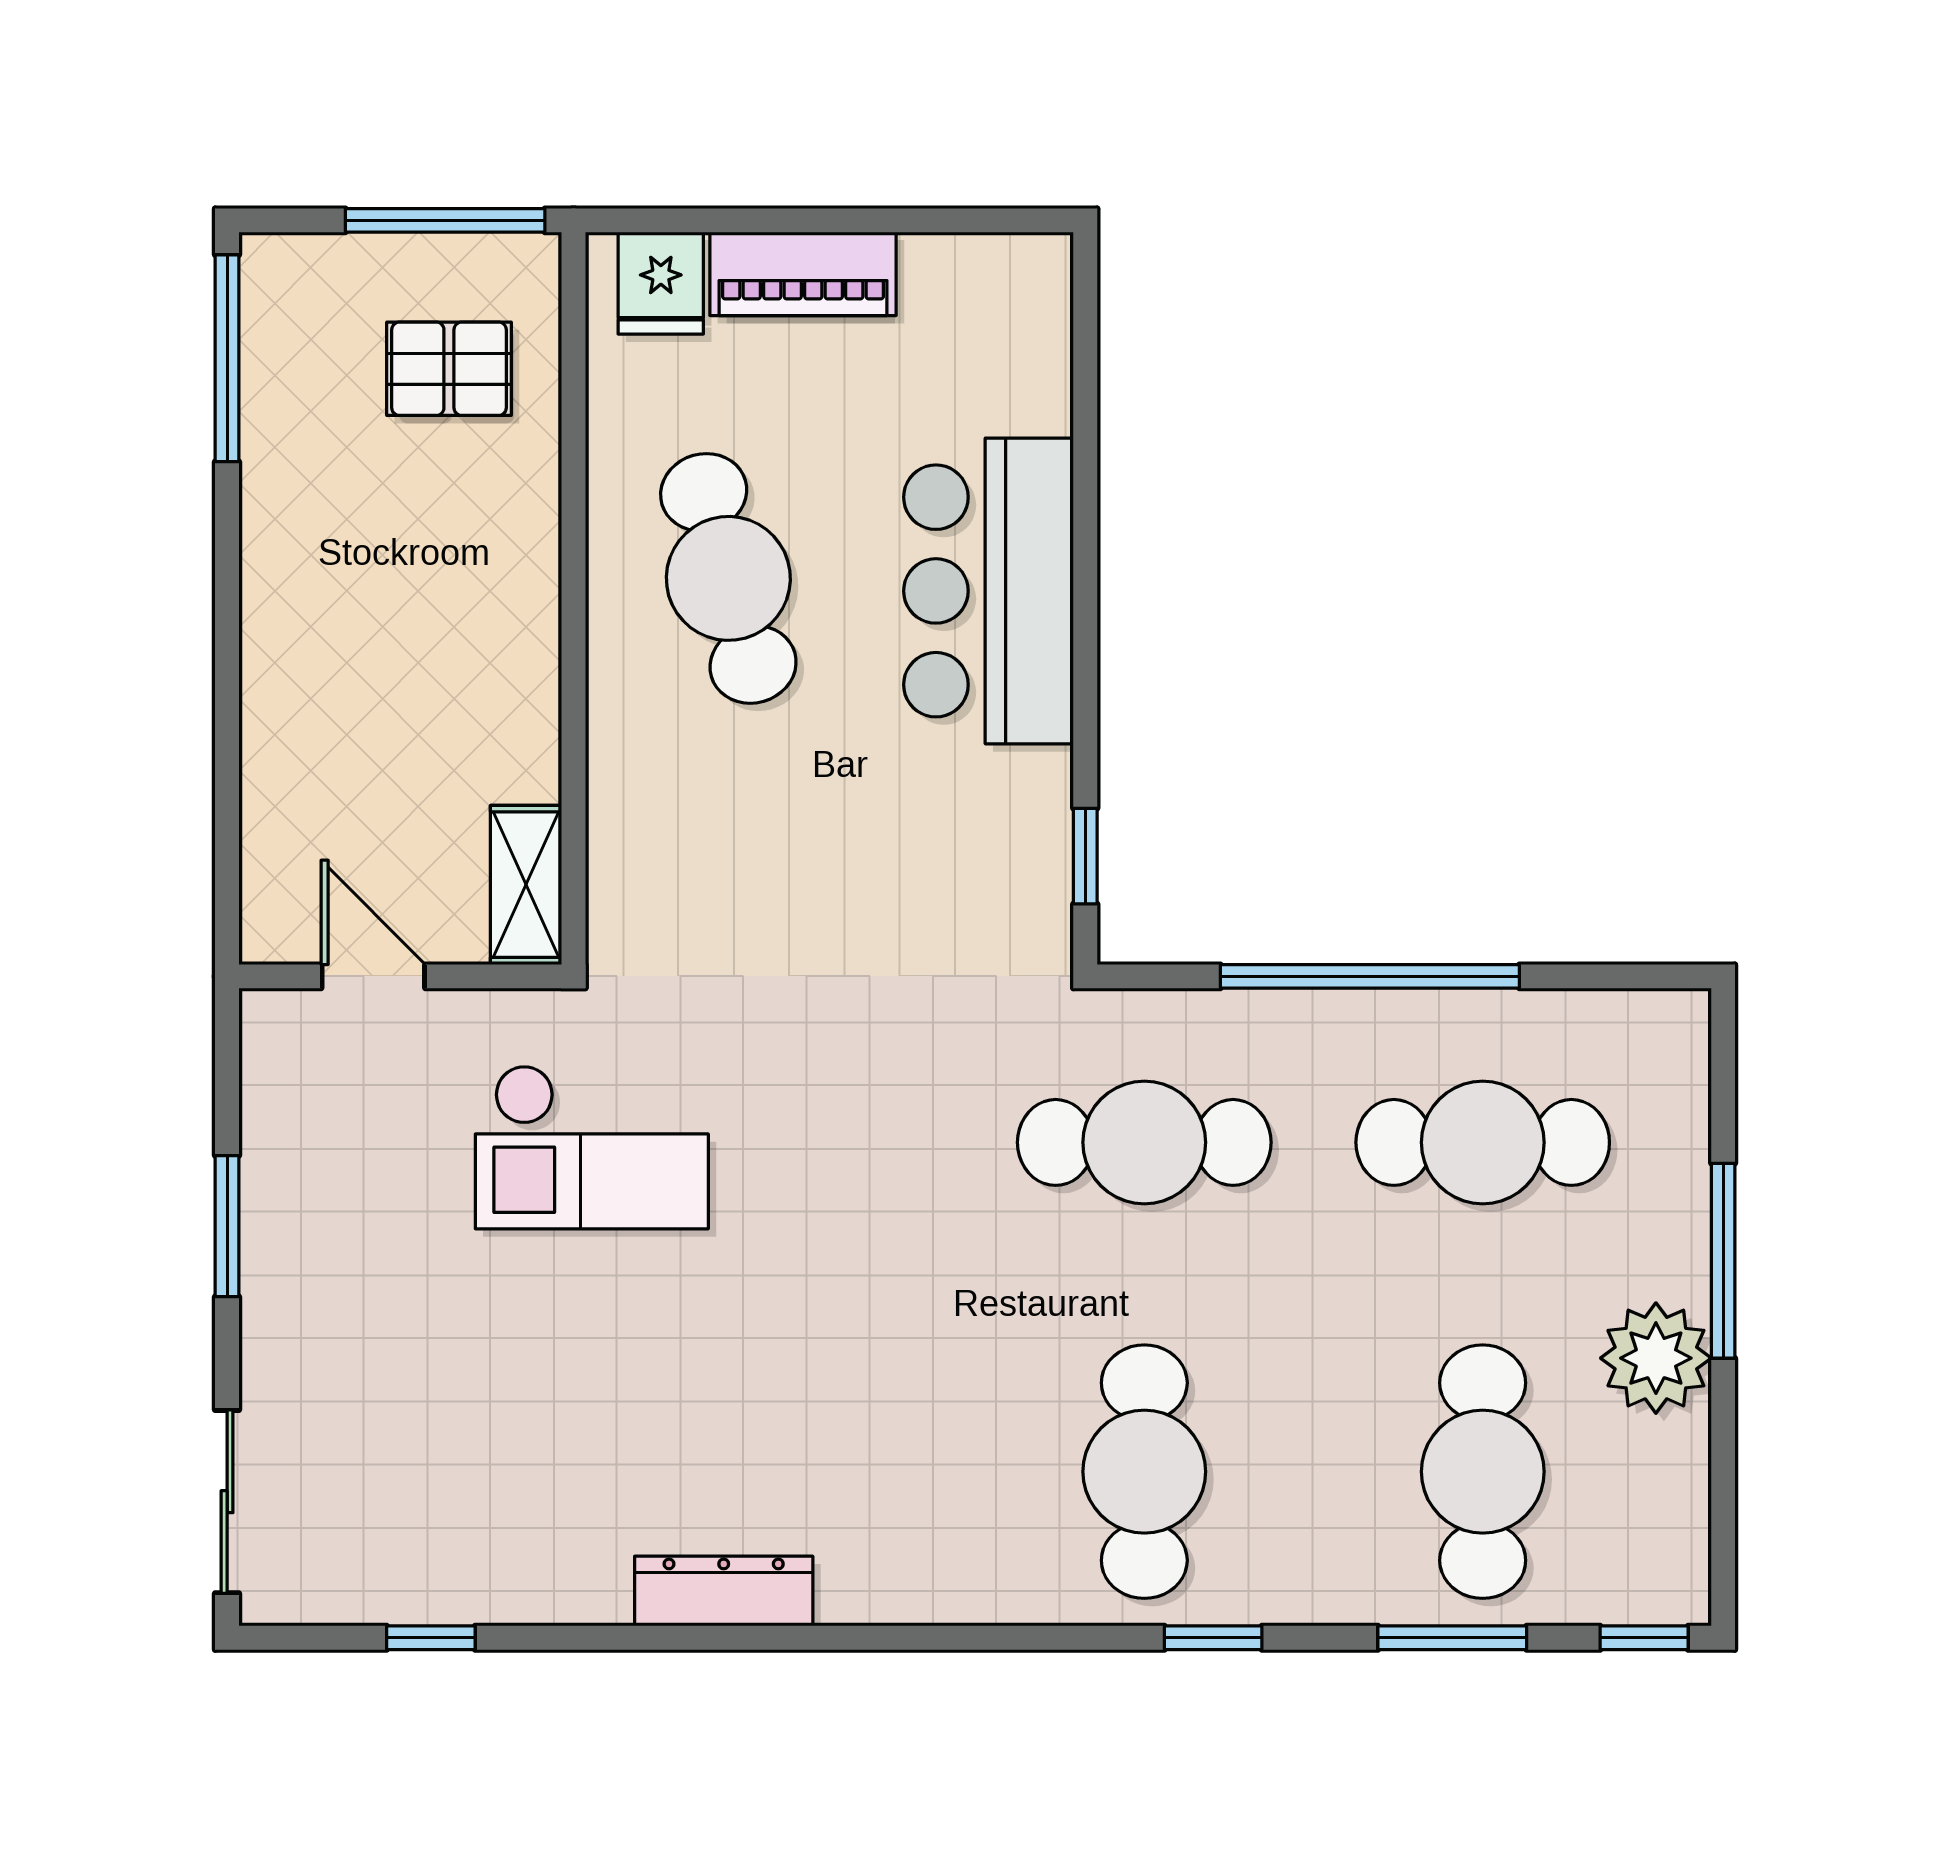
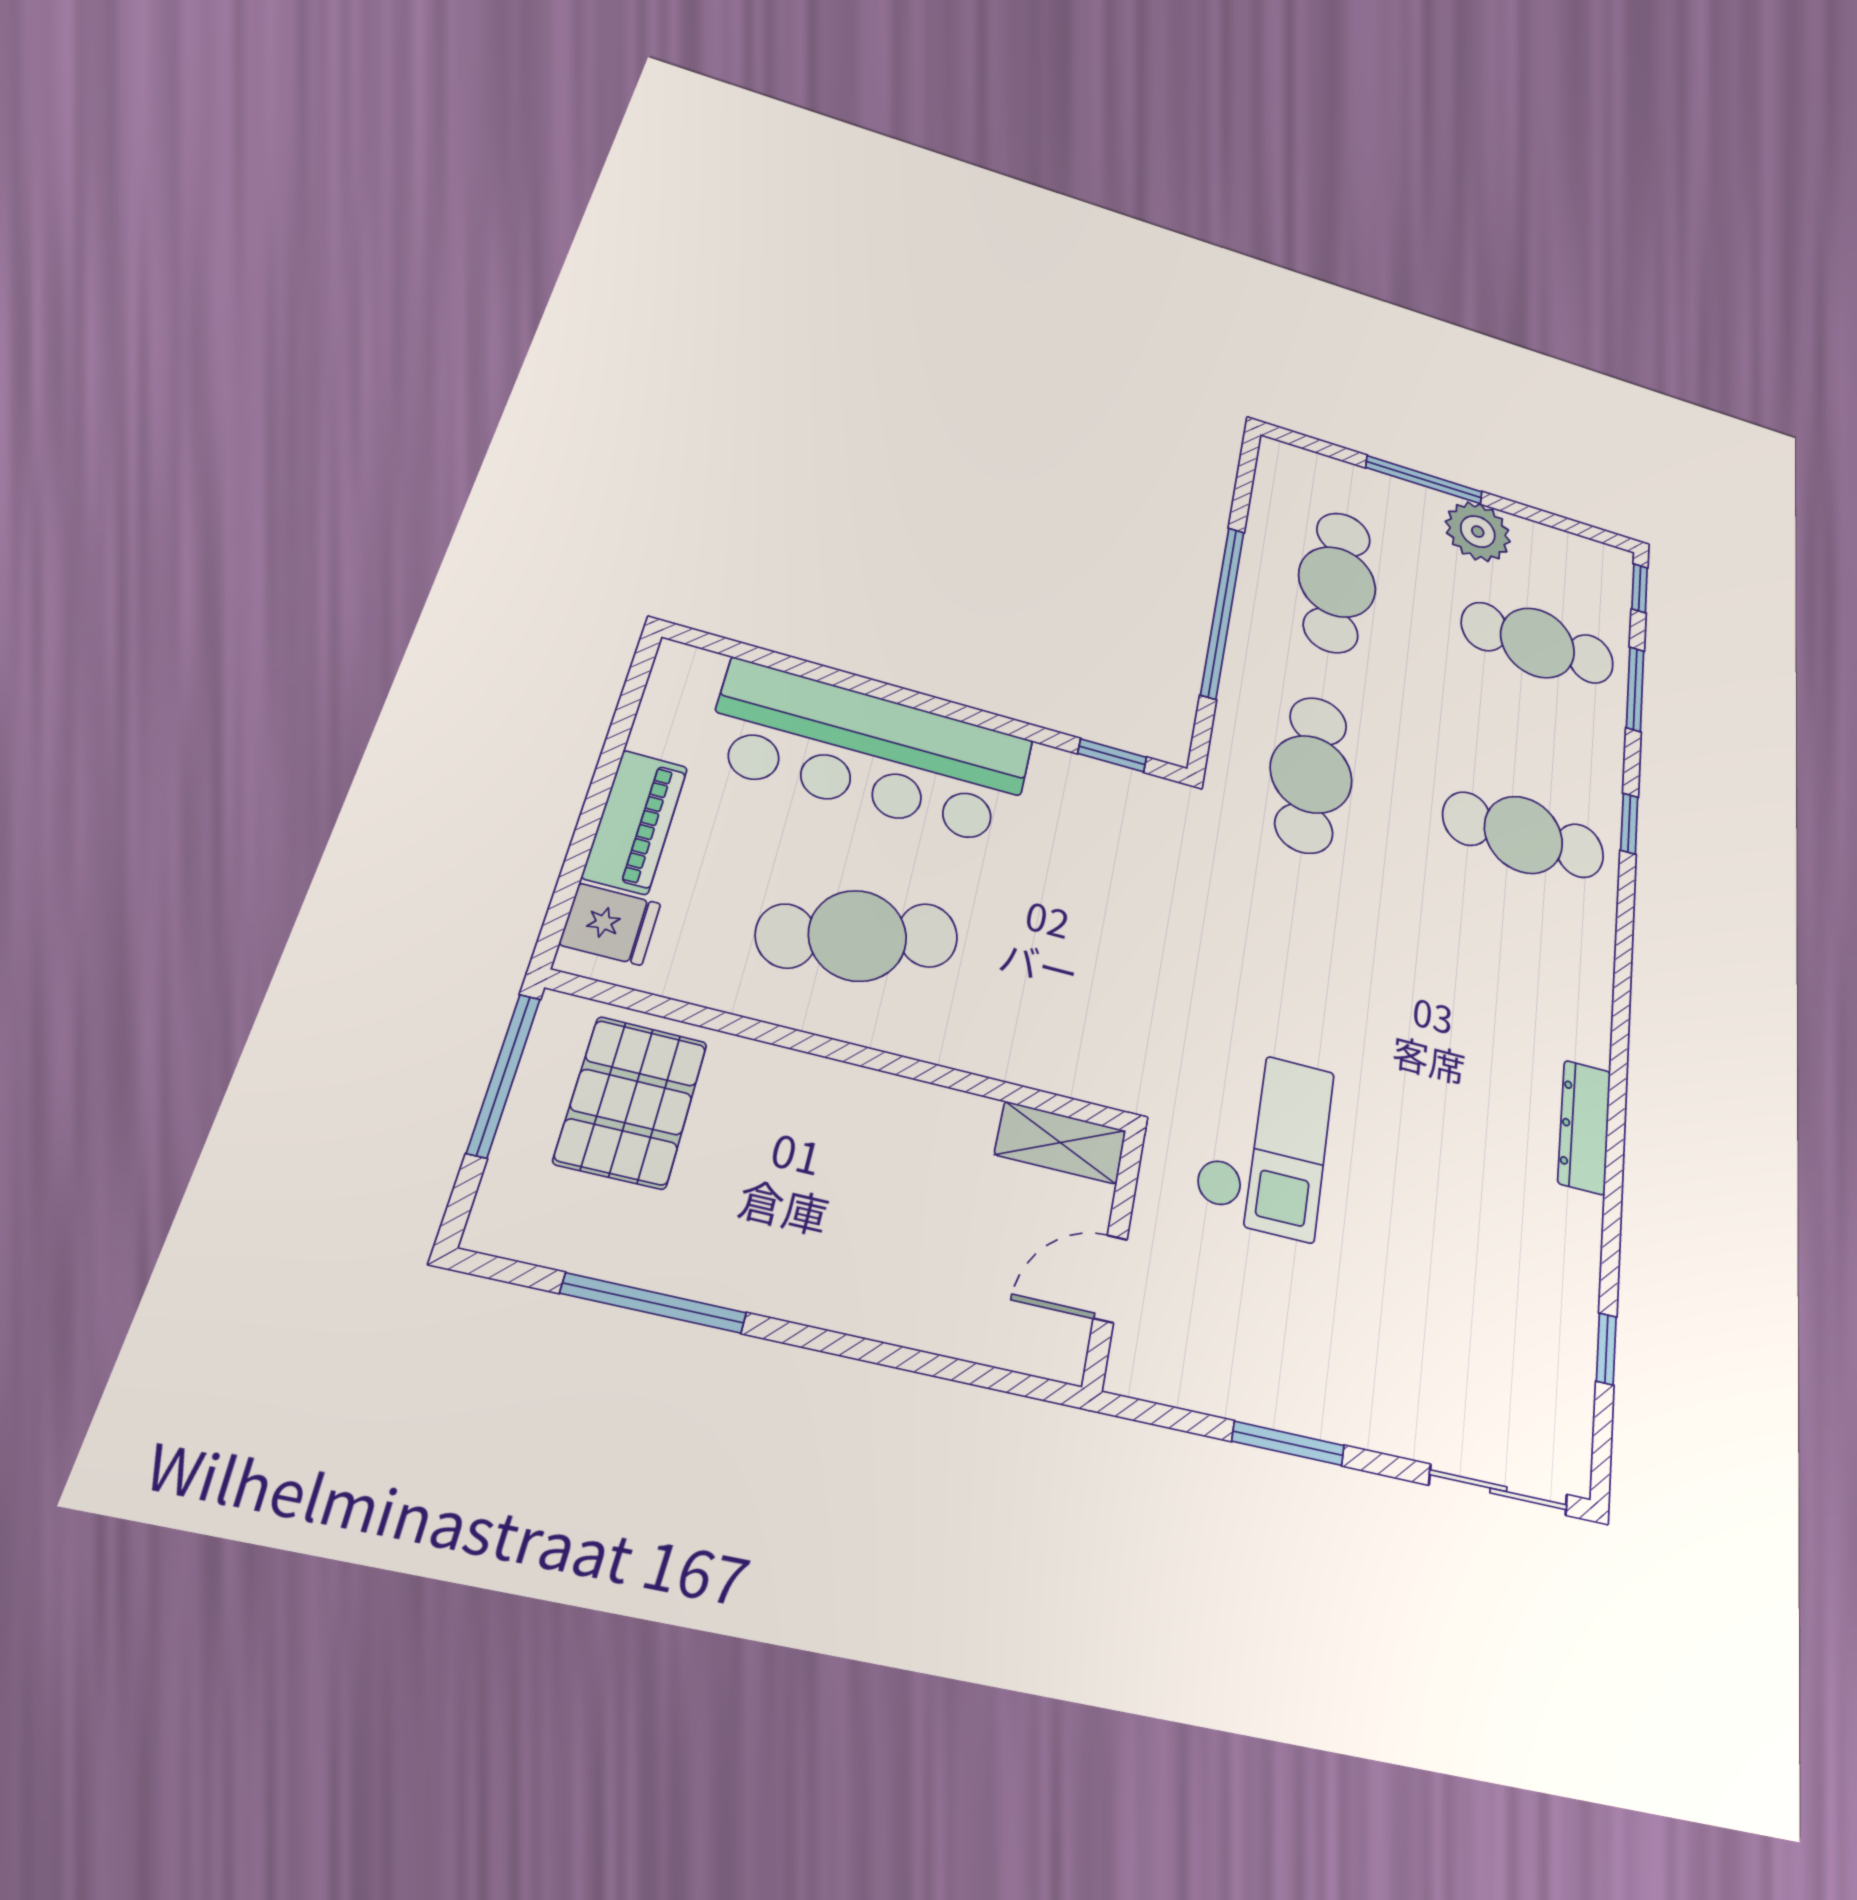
window: (227, 358) -> (654, 1303), moved
pallet: (449, 369) -> (631, 1102), width x1.50, depth x1.42
bar counter: (989, 591) -> (870, 752), width x1.36

